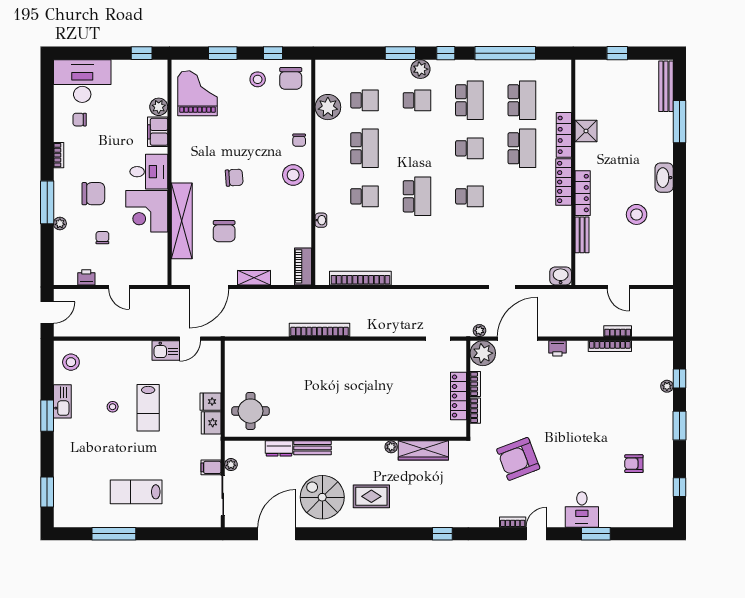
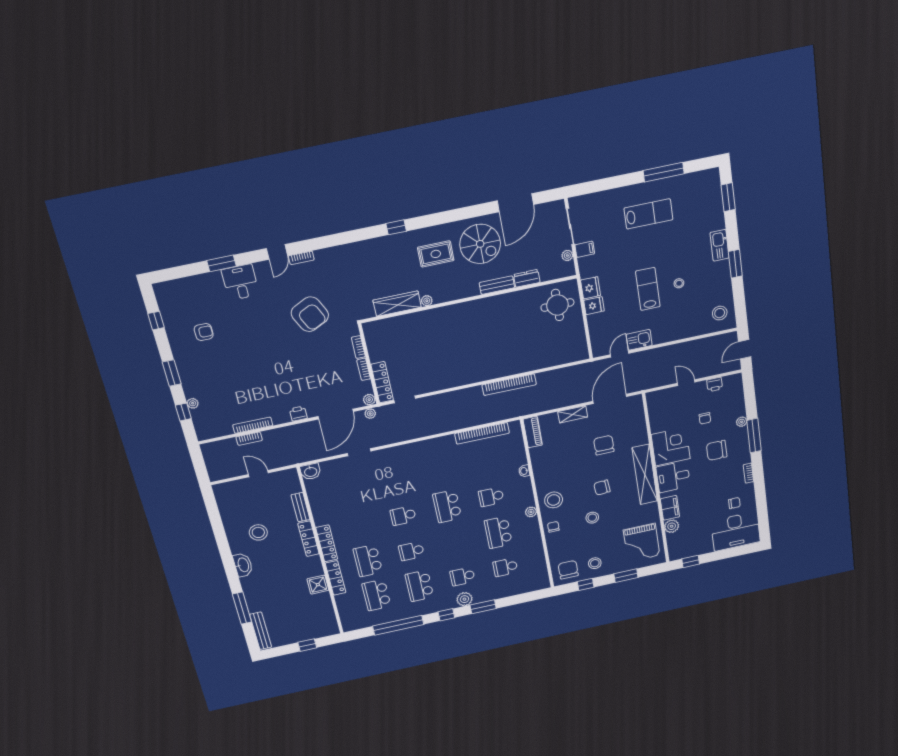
plant: (328, 107) -> (531, 512), moved, width x0.53, depth x0.53
stool: (251, 141) -> (592, 518), added
shelving: (182, 221) -> (645, 474), moved
plant: (483, 353) -> (369, 400), width x0.53, depth x0.53
locker: (458, 396) -> (382, 382), moved
kitchen sink: (62, 401) -> (720, 245), moved
armchair: (518, 459) -> (310, 314), turned 85
window: (442, 534) -> (396, 227), moved

